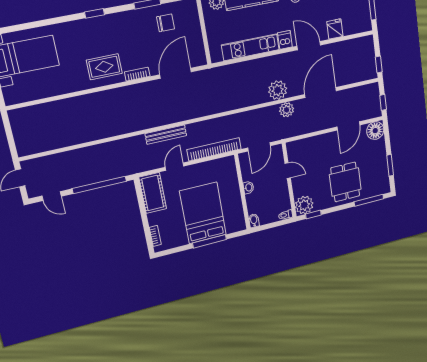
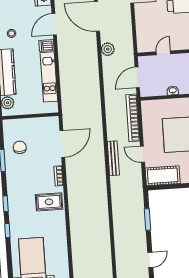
window: (61, 20) -> (7, 231), added
rug: (104, 67) -> (49, 202), turned 90
door: (176, 73) -> (62, 144), swing flipped
plant: (278, 90) -> (89, 56), removed
door: (259, 147) -> (137, 77), swing flipped
window: (99, 185) -> (148, 220), width x0.47

